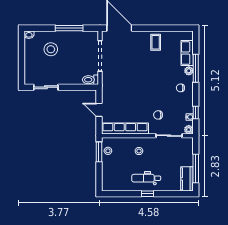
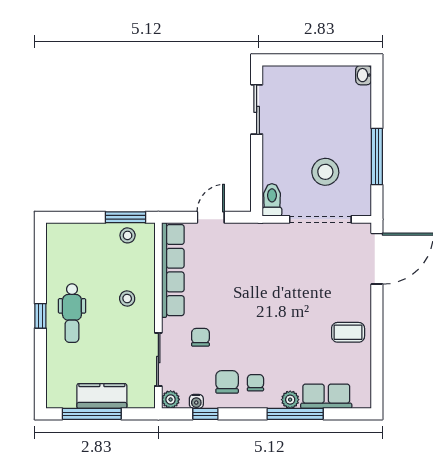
stool: (51, 49) -> (325, 172), moved
chair: (180, 102) -> (227, 382), added
dental chair: (146, 178) -> (72, 313), turned 180
kitchen counter: (187, 179) -> (102, 396), moved

